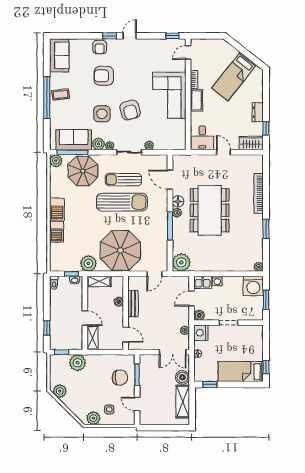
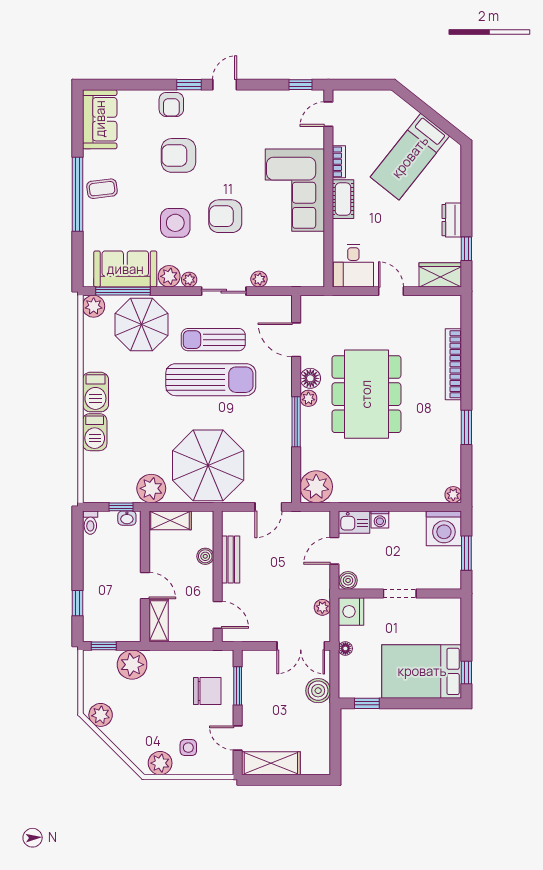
armchair: (130, 110) -> (225, 216), turned 104
bed: (241, 372) -> (422, 671), width x1.50
shelving: (183, 402) -> (271, 763), moved, turned 90

